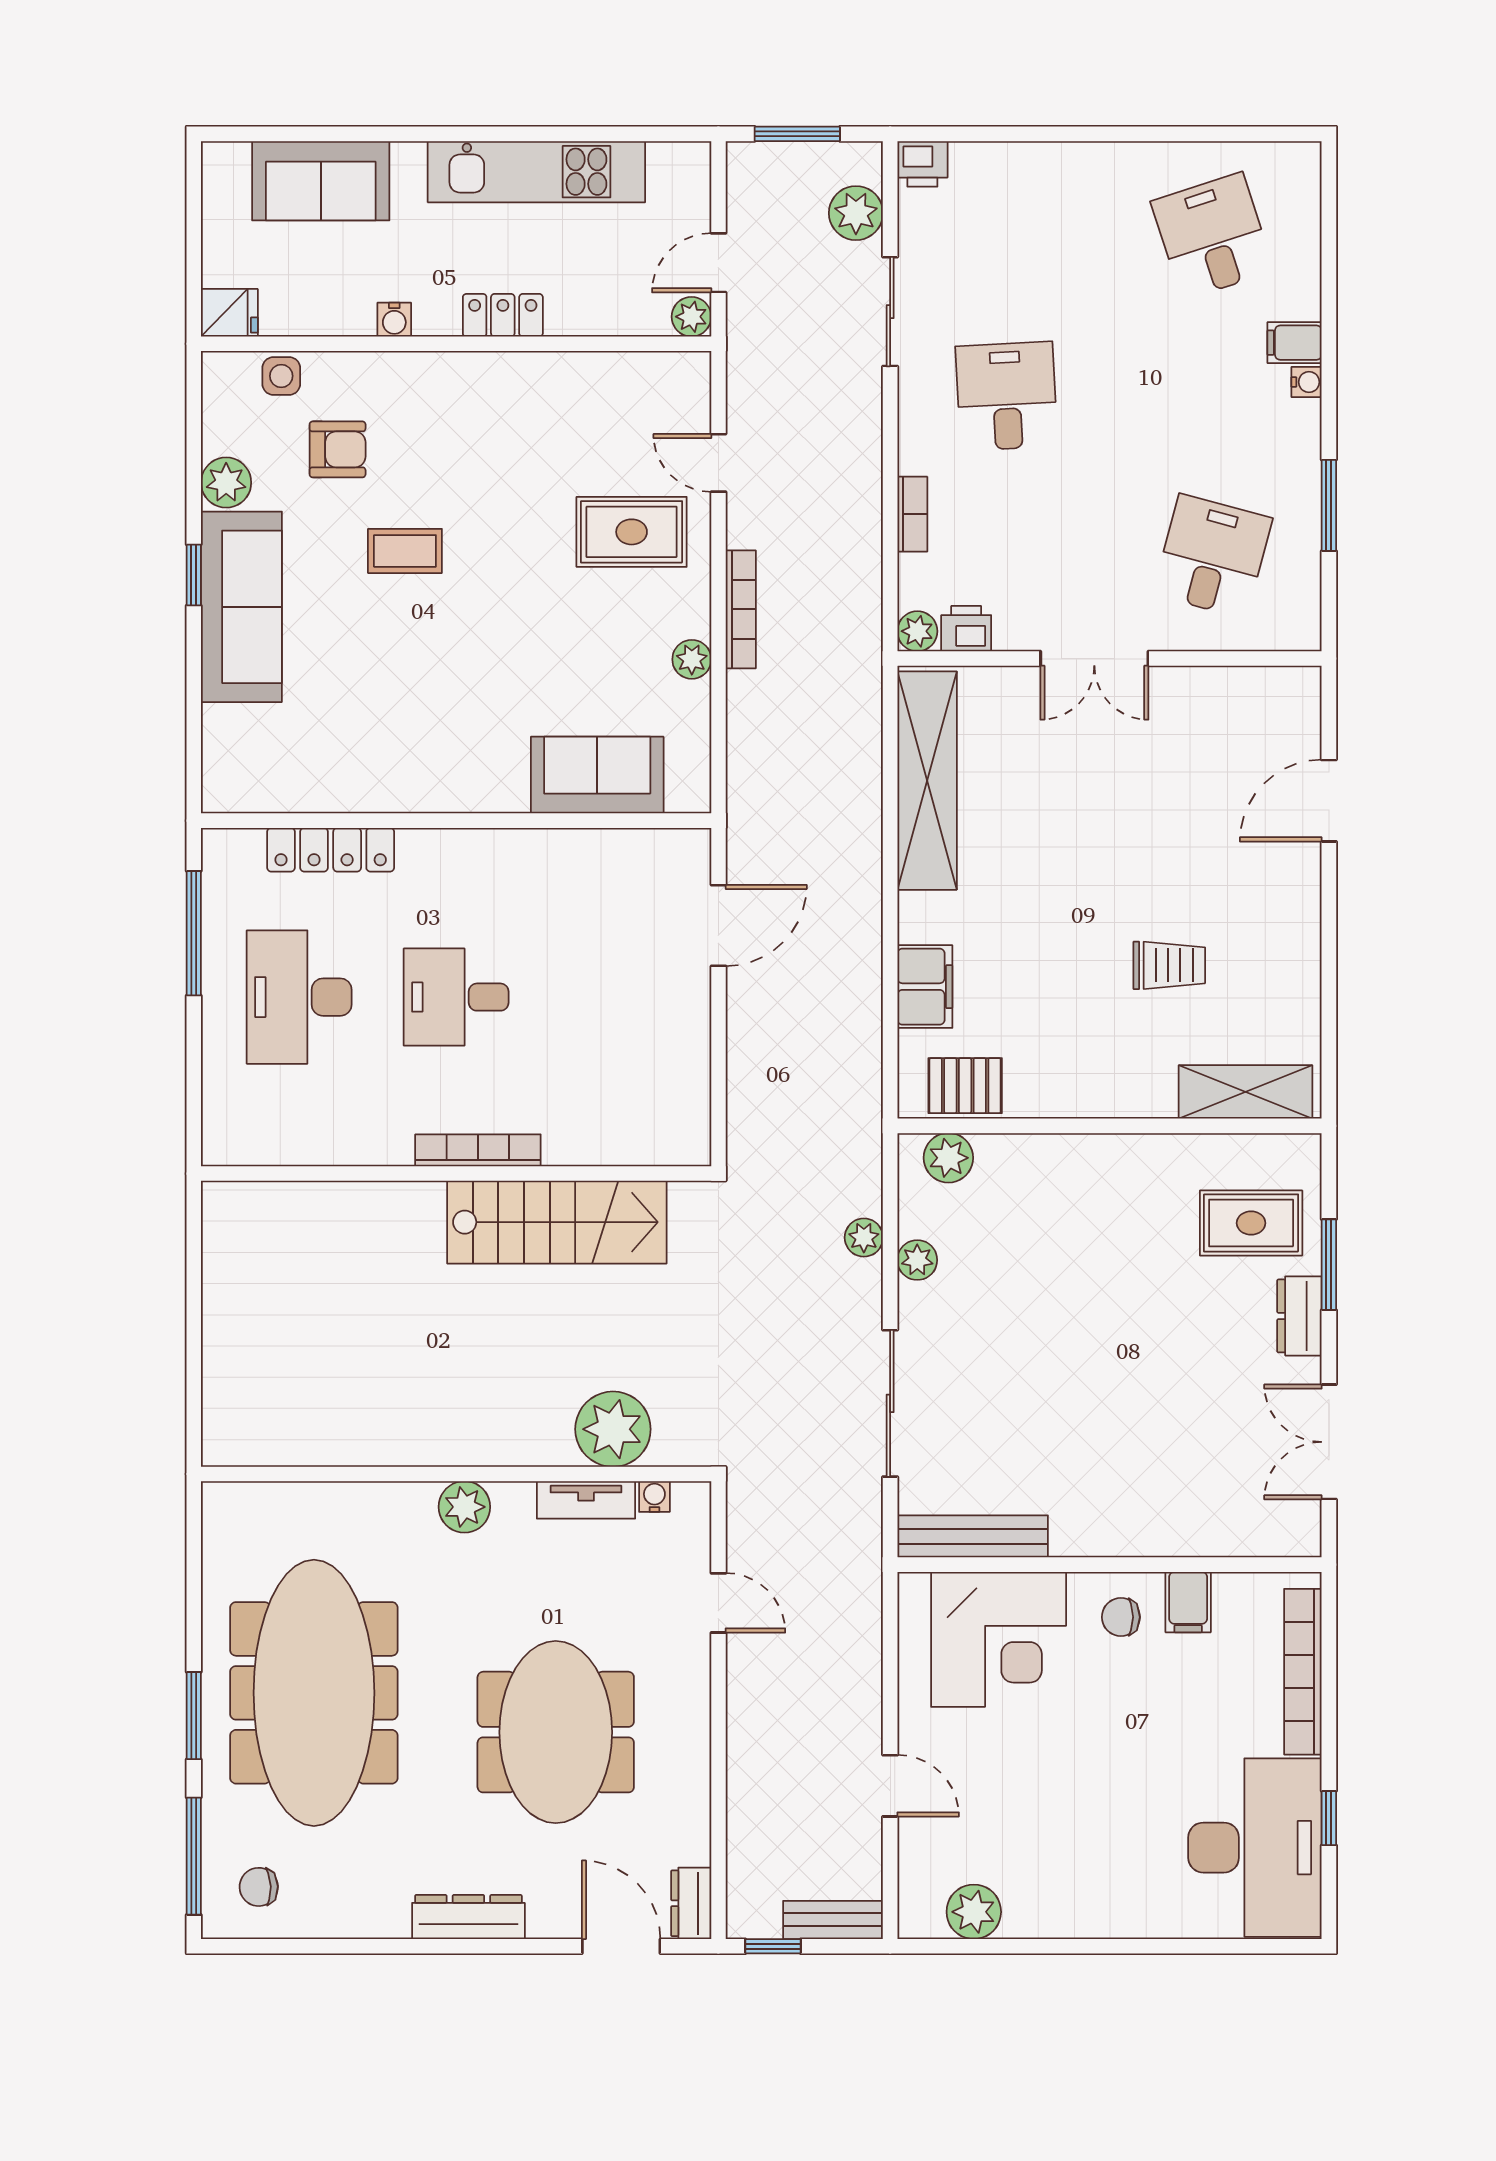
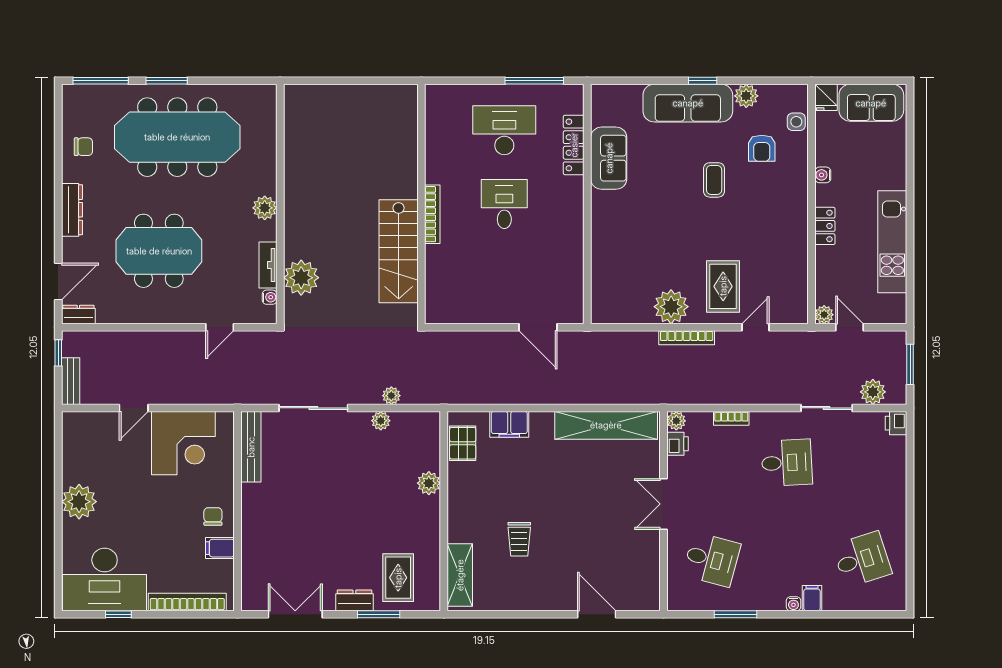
sofa: (321, 181) -> (871, 103), moved, turned -90
plant: (692, 659) -> (671, 307), width x1.88, depth x1.88
sofa: (597, 775) -> (609, 158), moved
plant: (948, 1158) -> (429, 483), moved
corner desk: (999, 1639) -> (183, 443), moved, turned -90
chair: (259, 1887) -> (83, 147), moved, turned 92
plant: (974, 1912) -> (79, 502), moved, width x1.36, depth x1.36

